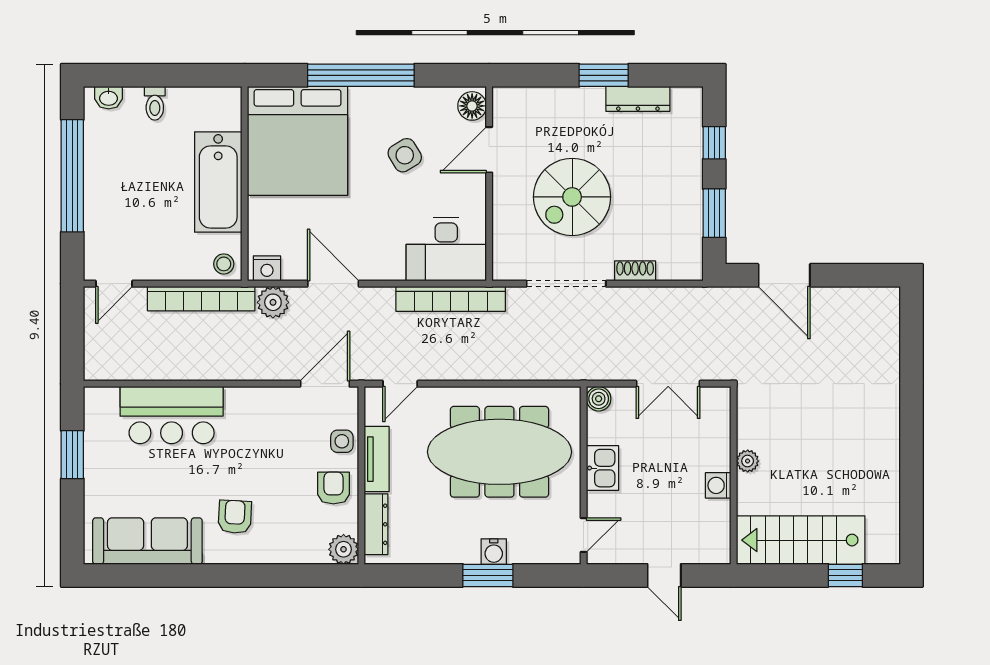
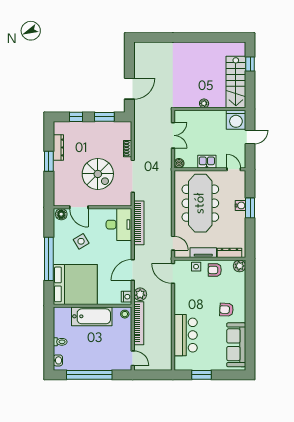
washing machine: (718, 485) -> (236, 120), moved, width x1.89, depth x1.89

